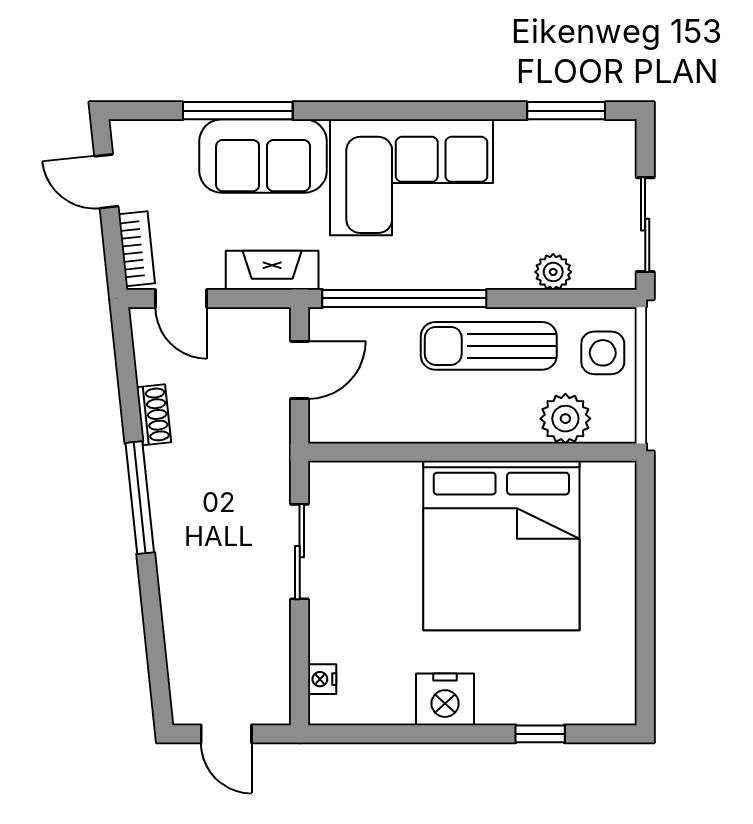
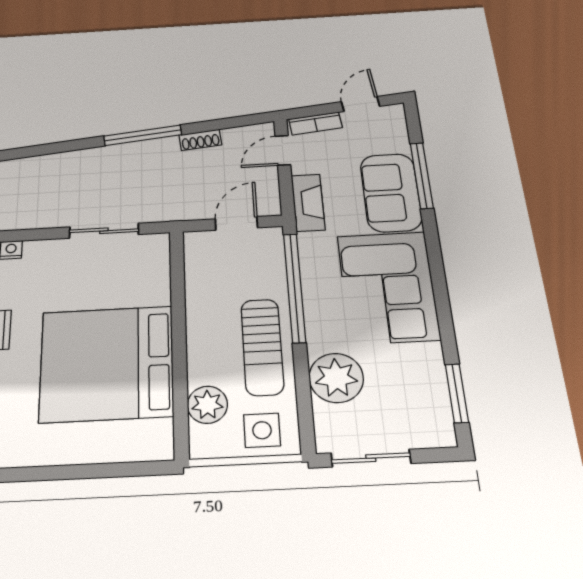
plant: (553, 272) -> (336, 378), width x1.88, depth x1.88
sun lounger: (489, 346) -> (262, 347), turned 180
door: (300, 370) -> (236, 223), swing flipped

